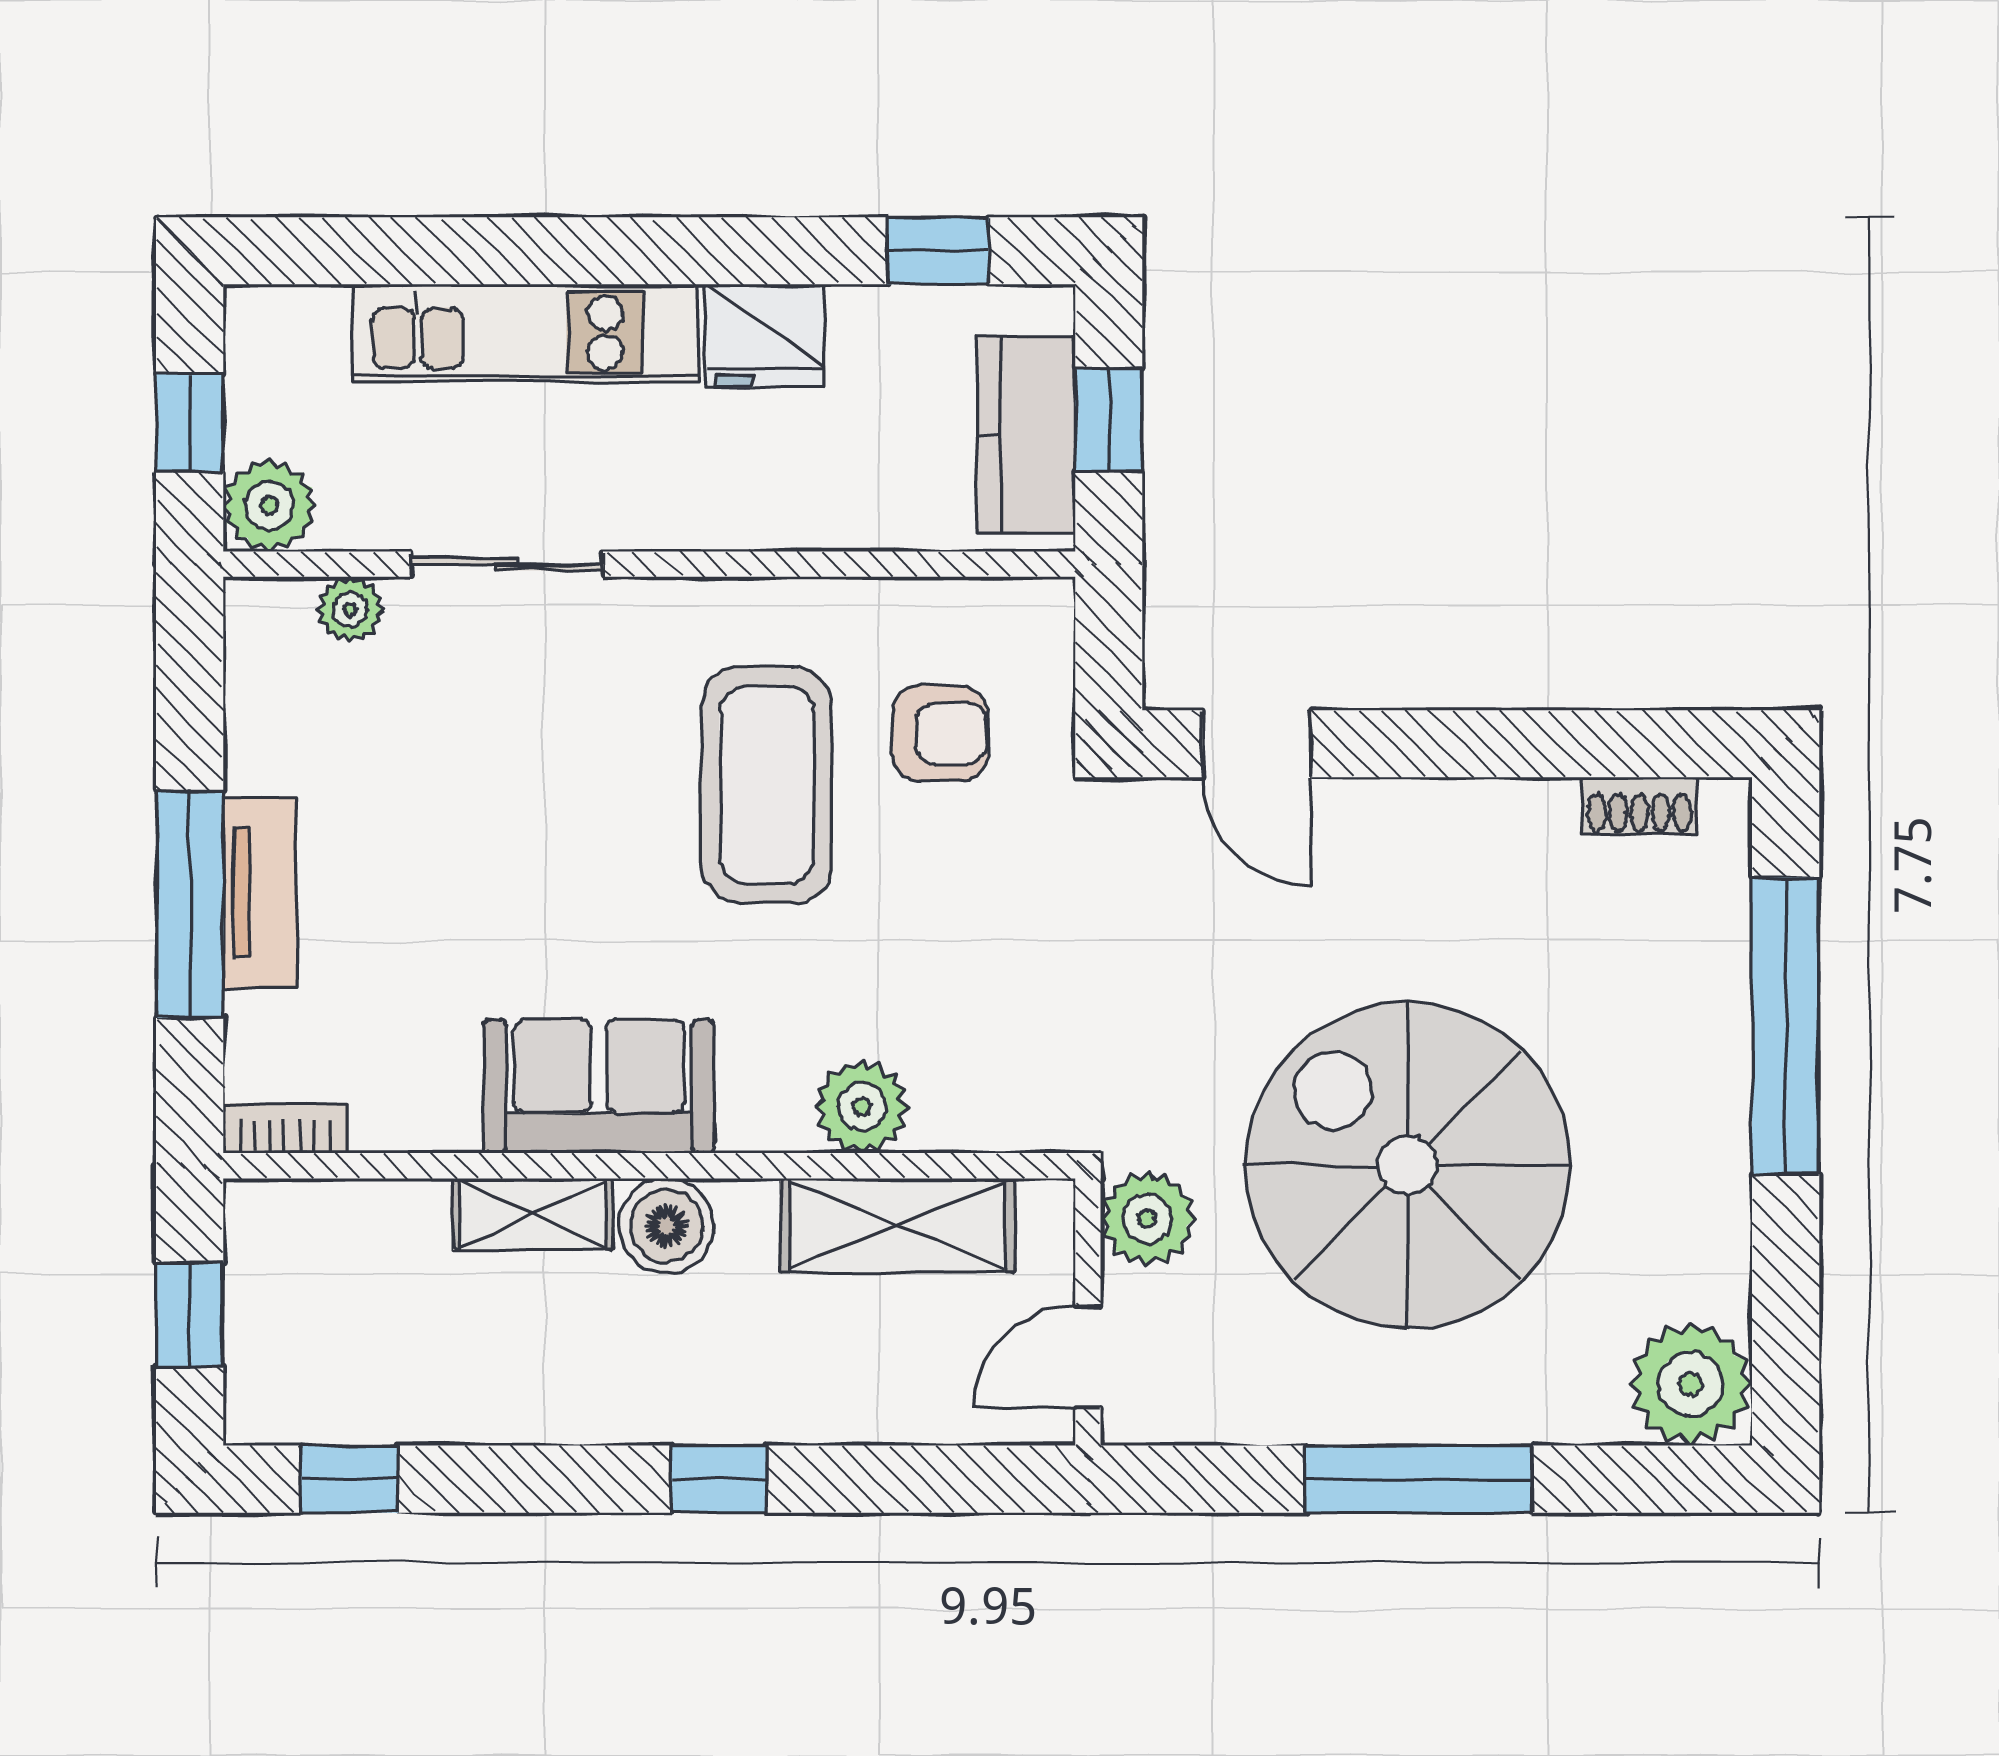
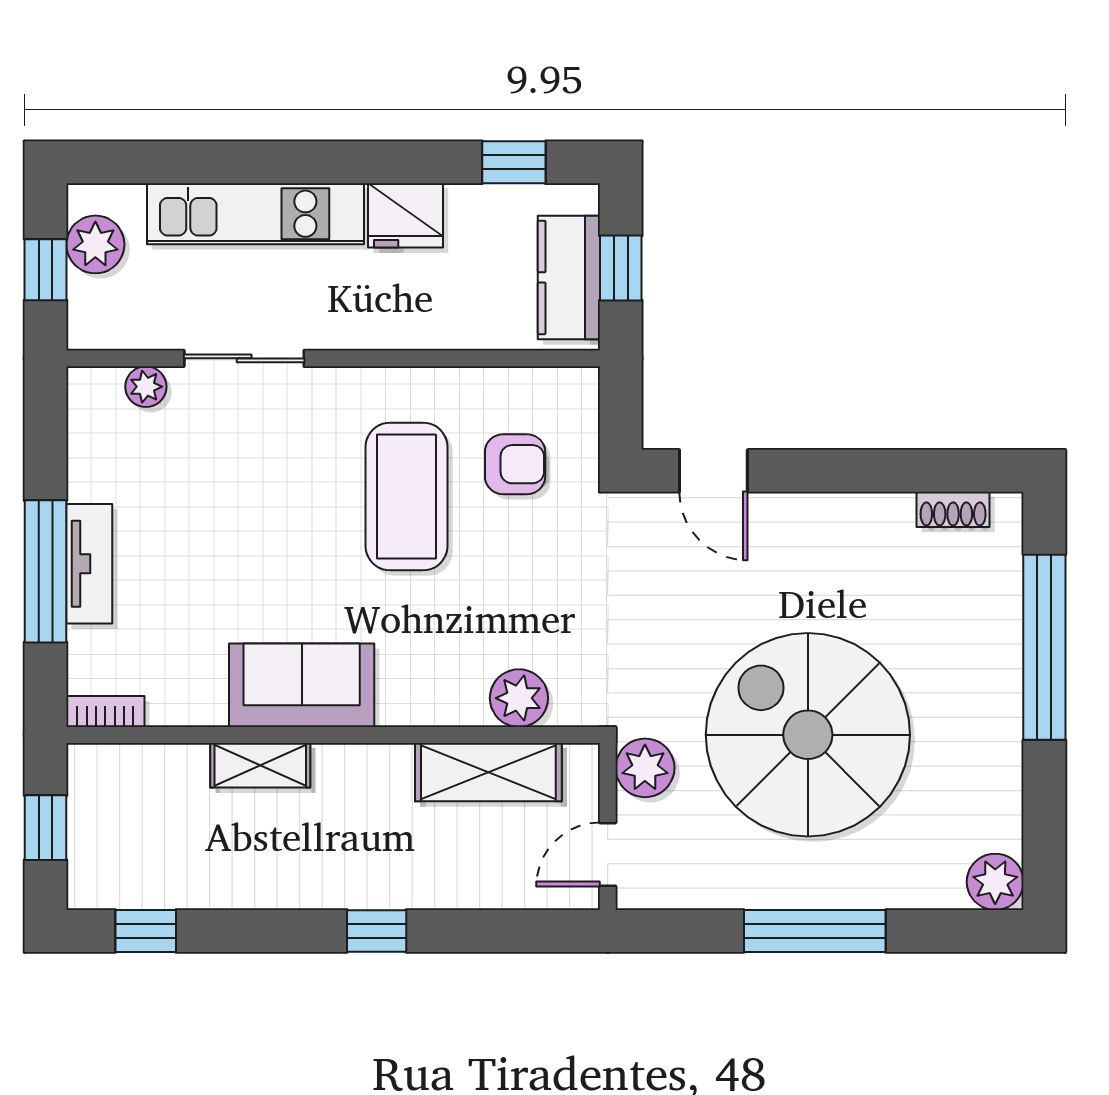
plant: (269, 505) -> (95, 244), moved
plant: (862, 1107) -> (519, 698), moved
boiler: (667, 1226) -> (344, 772), removed
plant: (1691, 1384) -> (995, 882), width x0.73, depth x0.73

